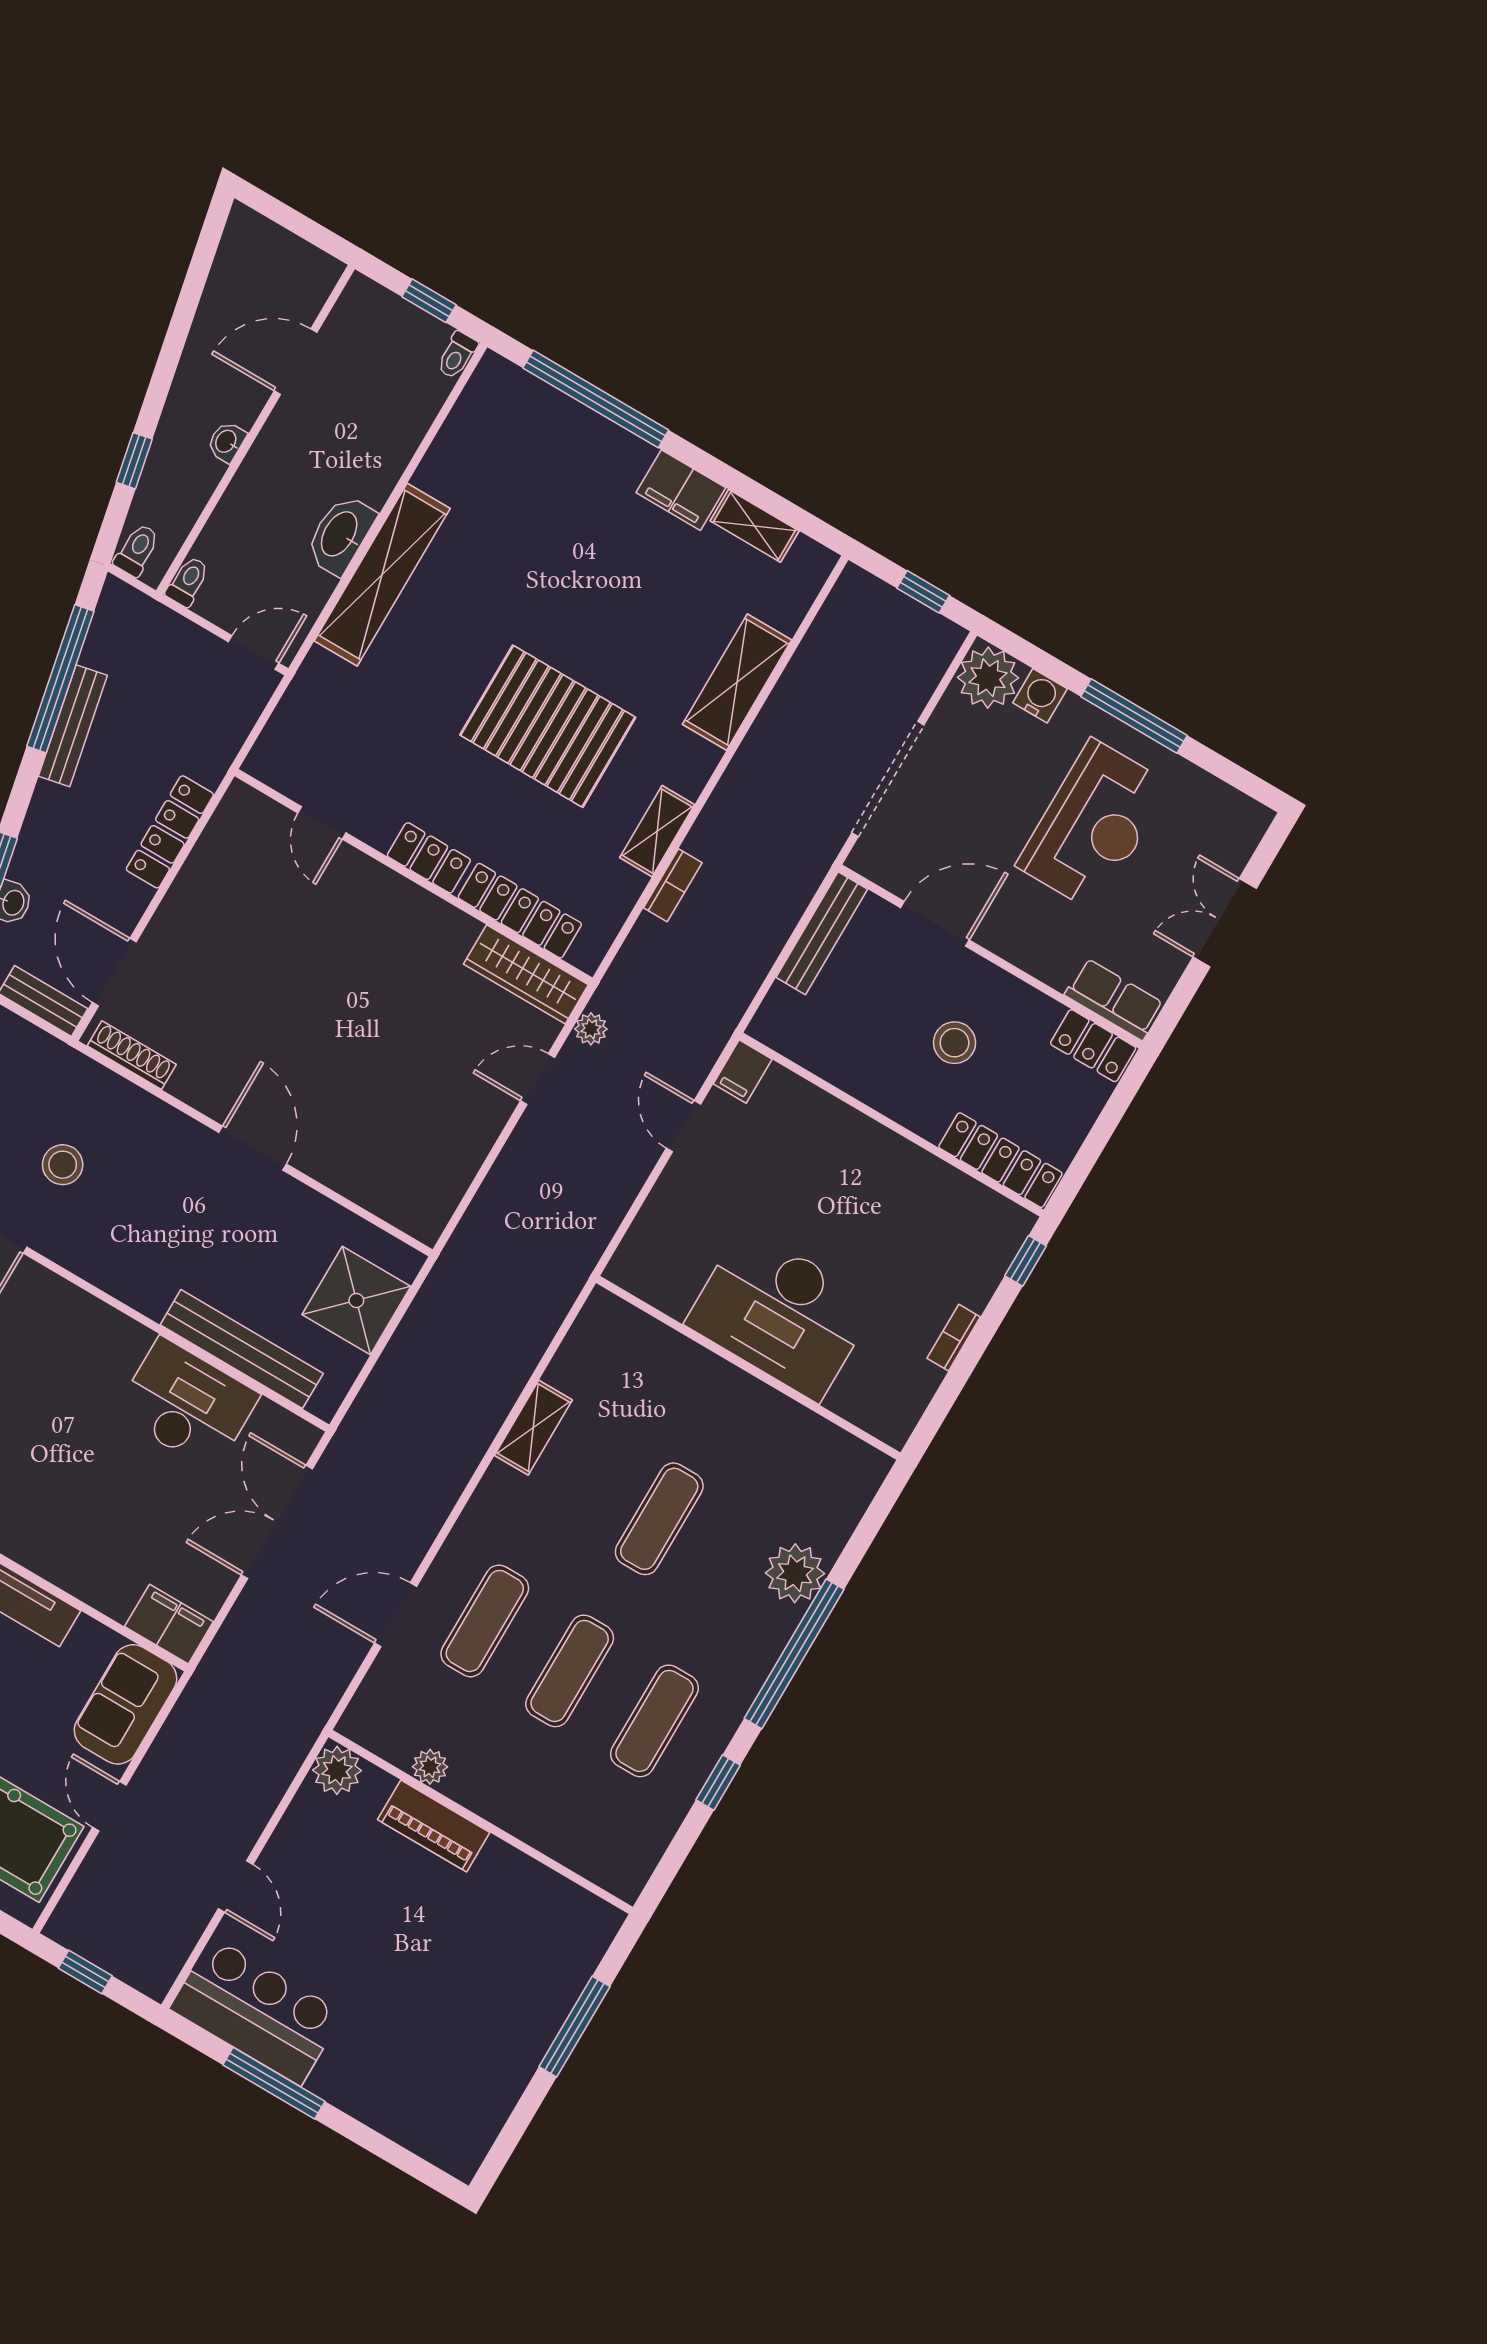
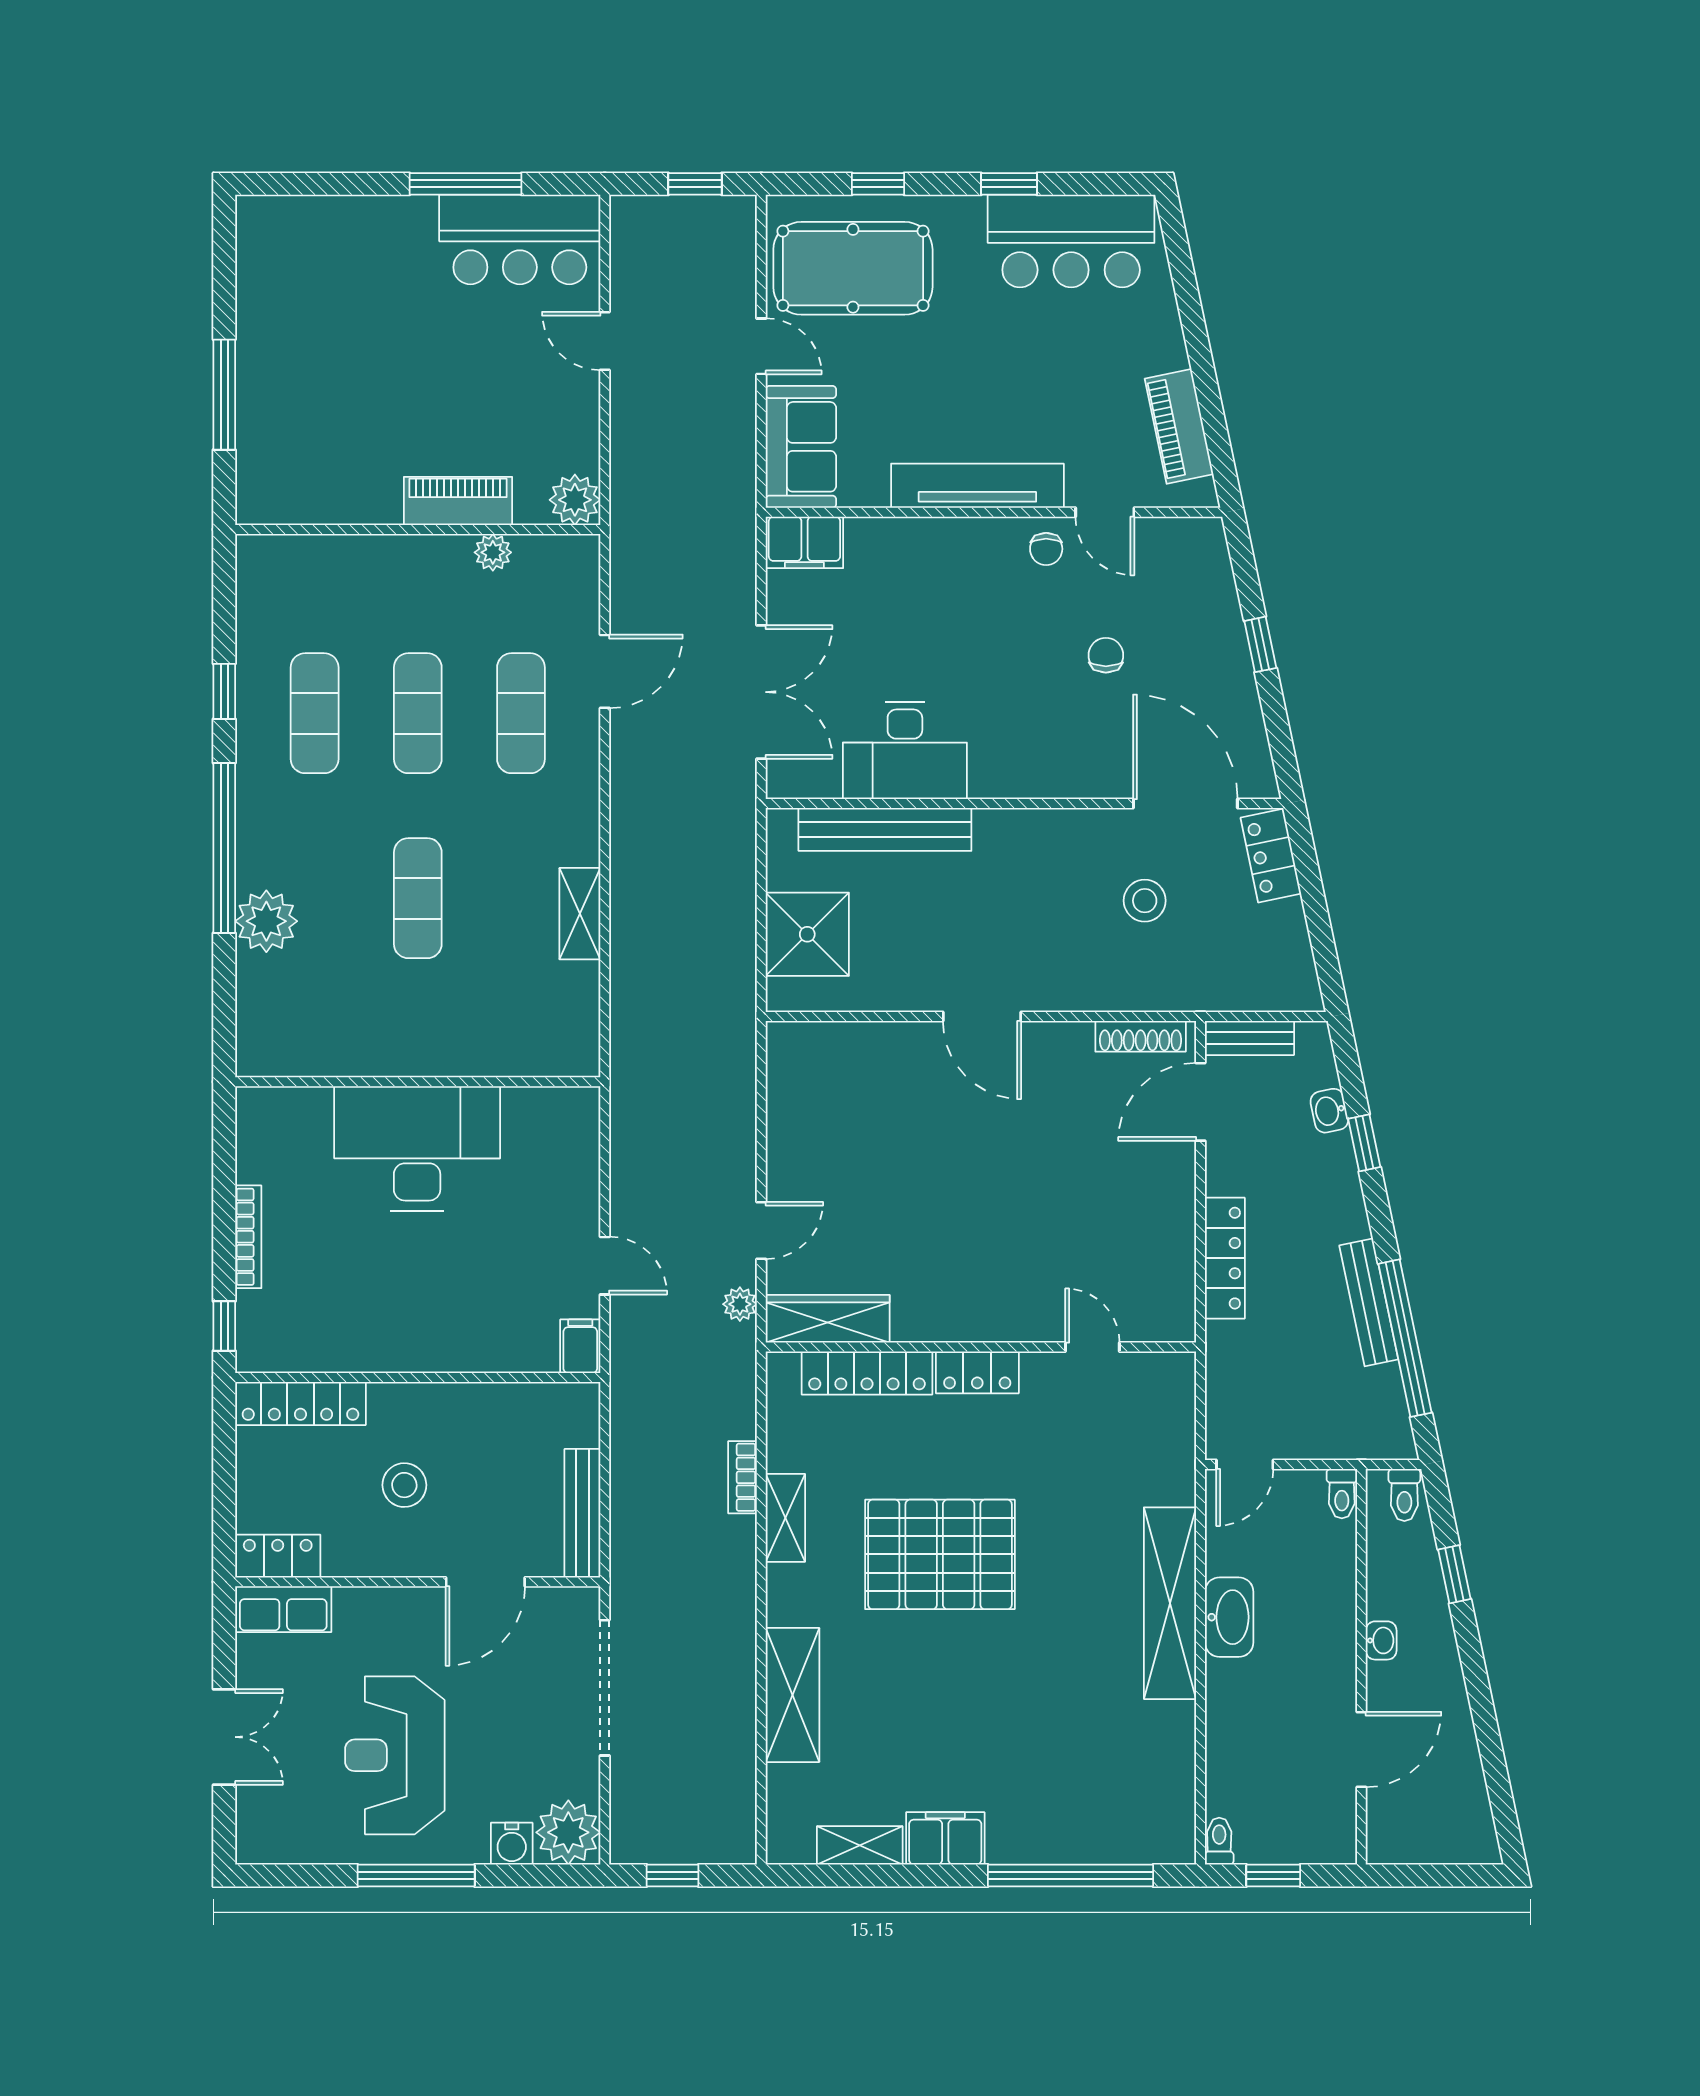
door: (114, 972) -> (1200, 1102), swing flipped
bookcase: (954, 1338) -> (248, 1237), width x1.56

